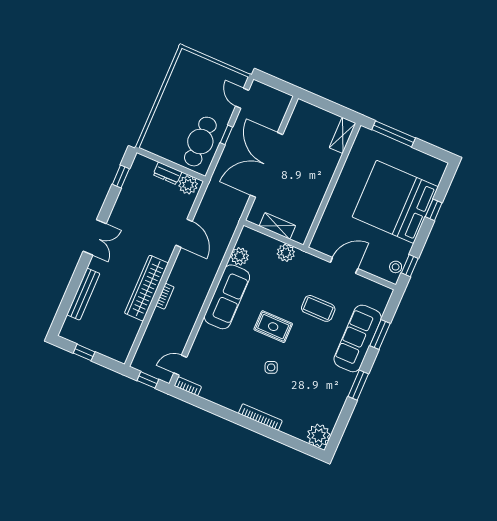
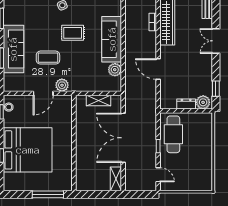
shelving: (343, 135) -> (116, 179), moved
double door: (266, 165) -> (123, 138), swing flipped
plant: (188, 185) -> (203, 102), moved
plant: (286, 253) -> (62, 85), moved

